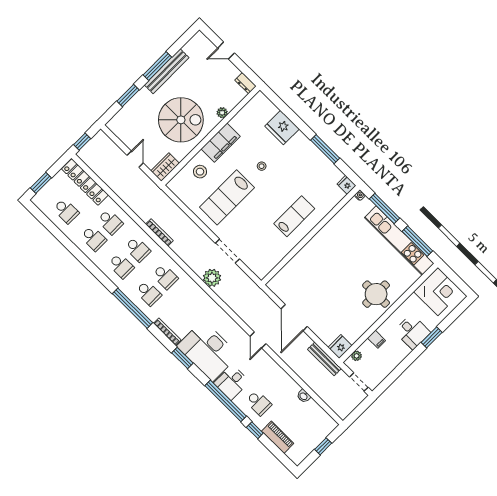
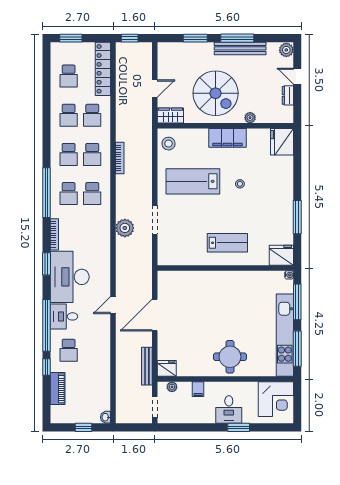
plant: (200, 40) -> (286, 50), added
dresser: (245, 83) -> (288, 95), moved
fridge: (282, 128) -> (282, 142), moved
stool: (200, 172) -> (168, 144), moved
fridge: (347, 185) -> (281, 255), width x1.88, depth x1.34
washbasin: (304, 396) -> (106, 417), moved

